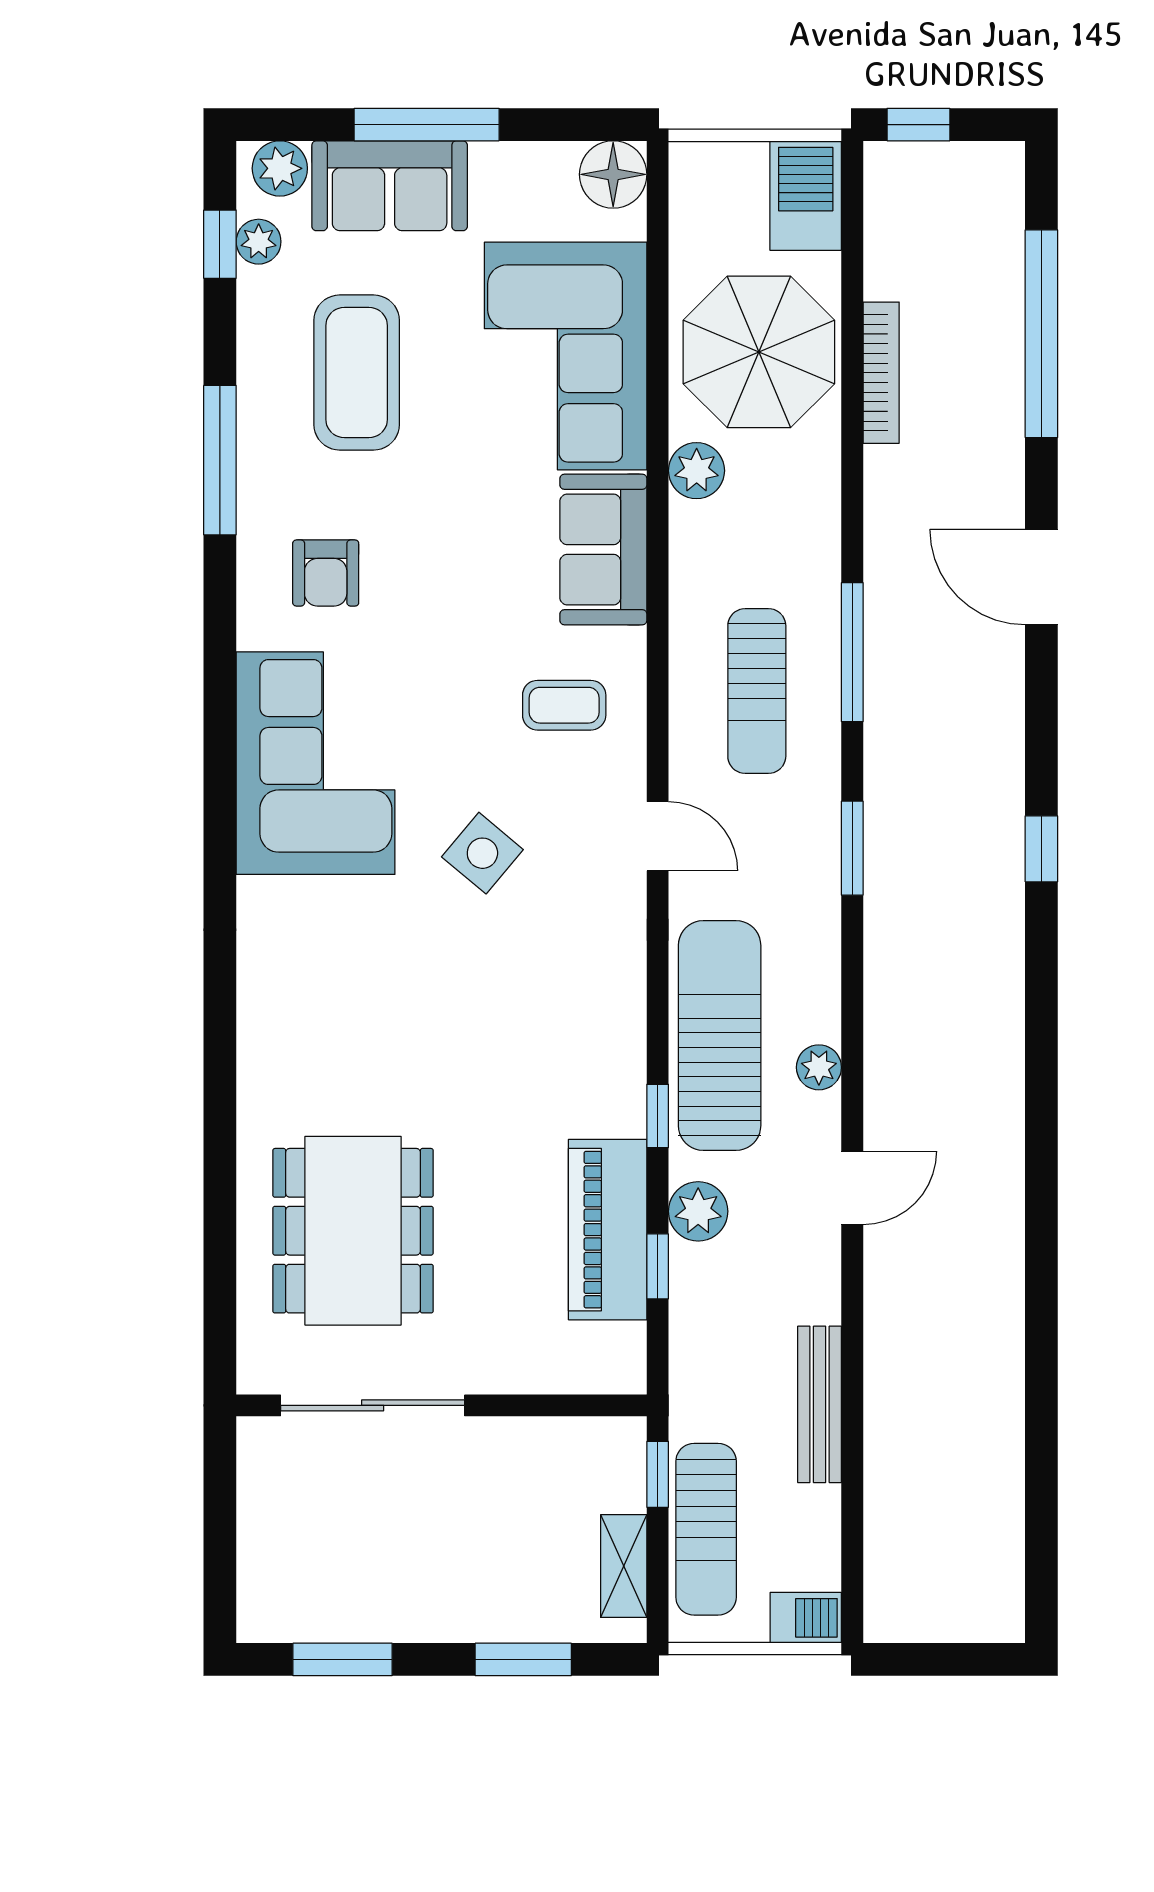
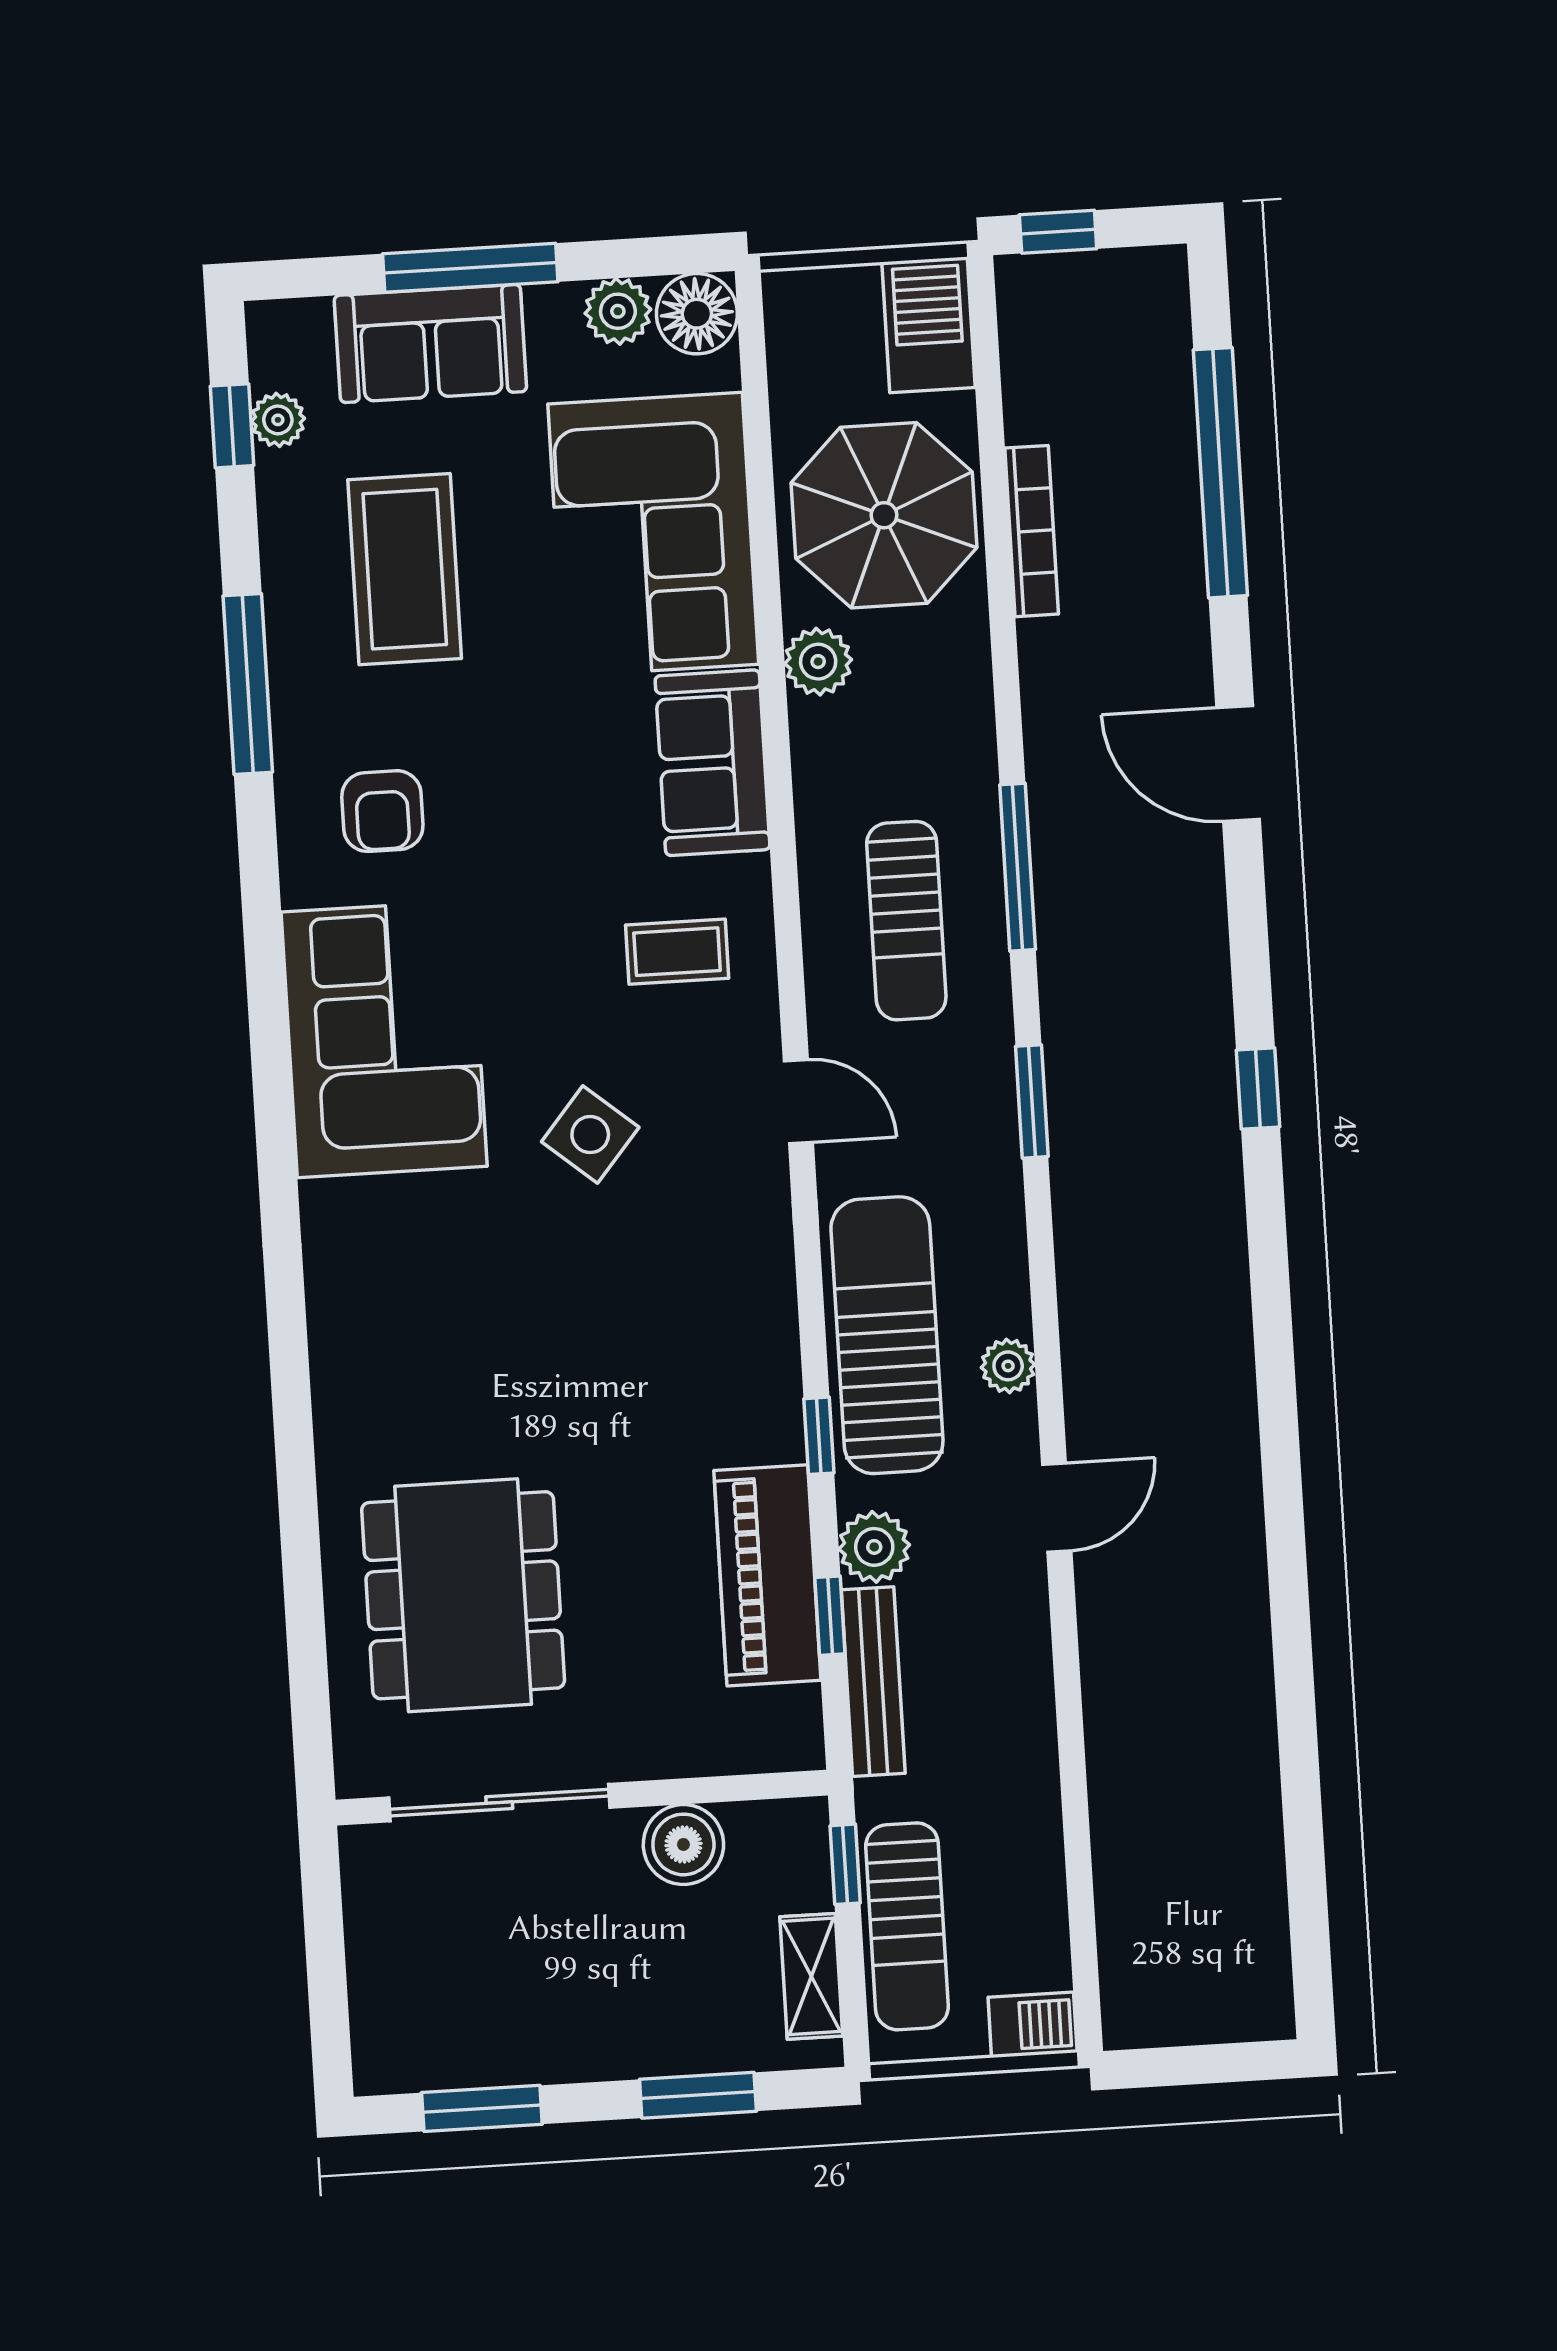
plant: (280, 168) -> (618, 311), moved
bench: (820, 1404) -> (873, 1682), moved
boiler: (524, 1450) -> (683, 1844), added

